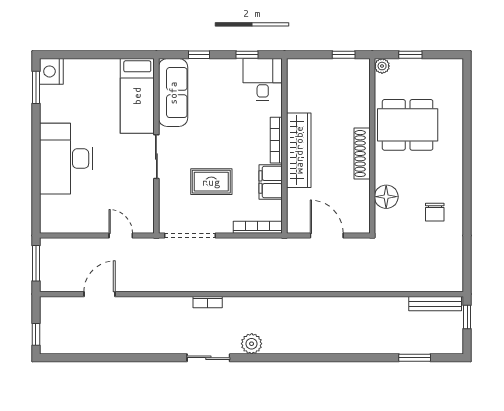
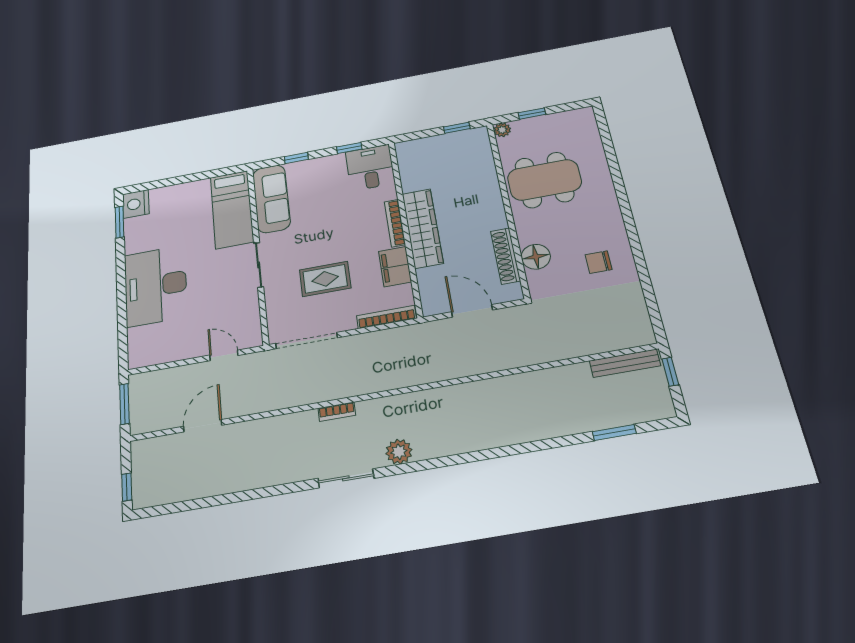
shoe rack: (362, 154) -> (505, 256), moved
chair: (435, 212) -> (599, 262), turned 90

